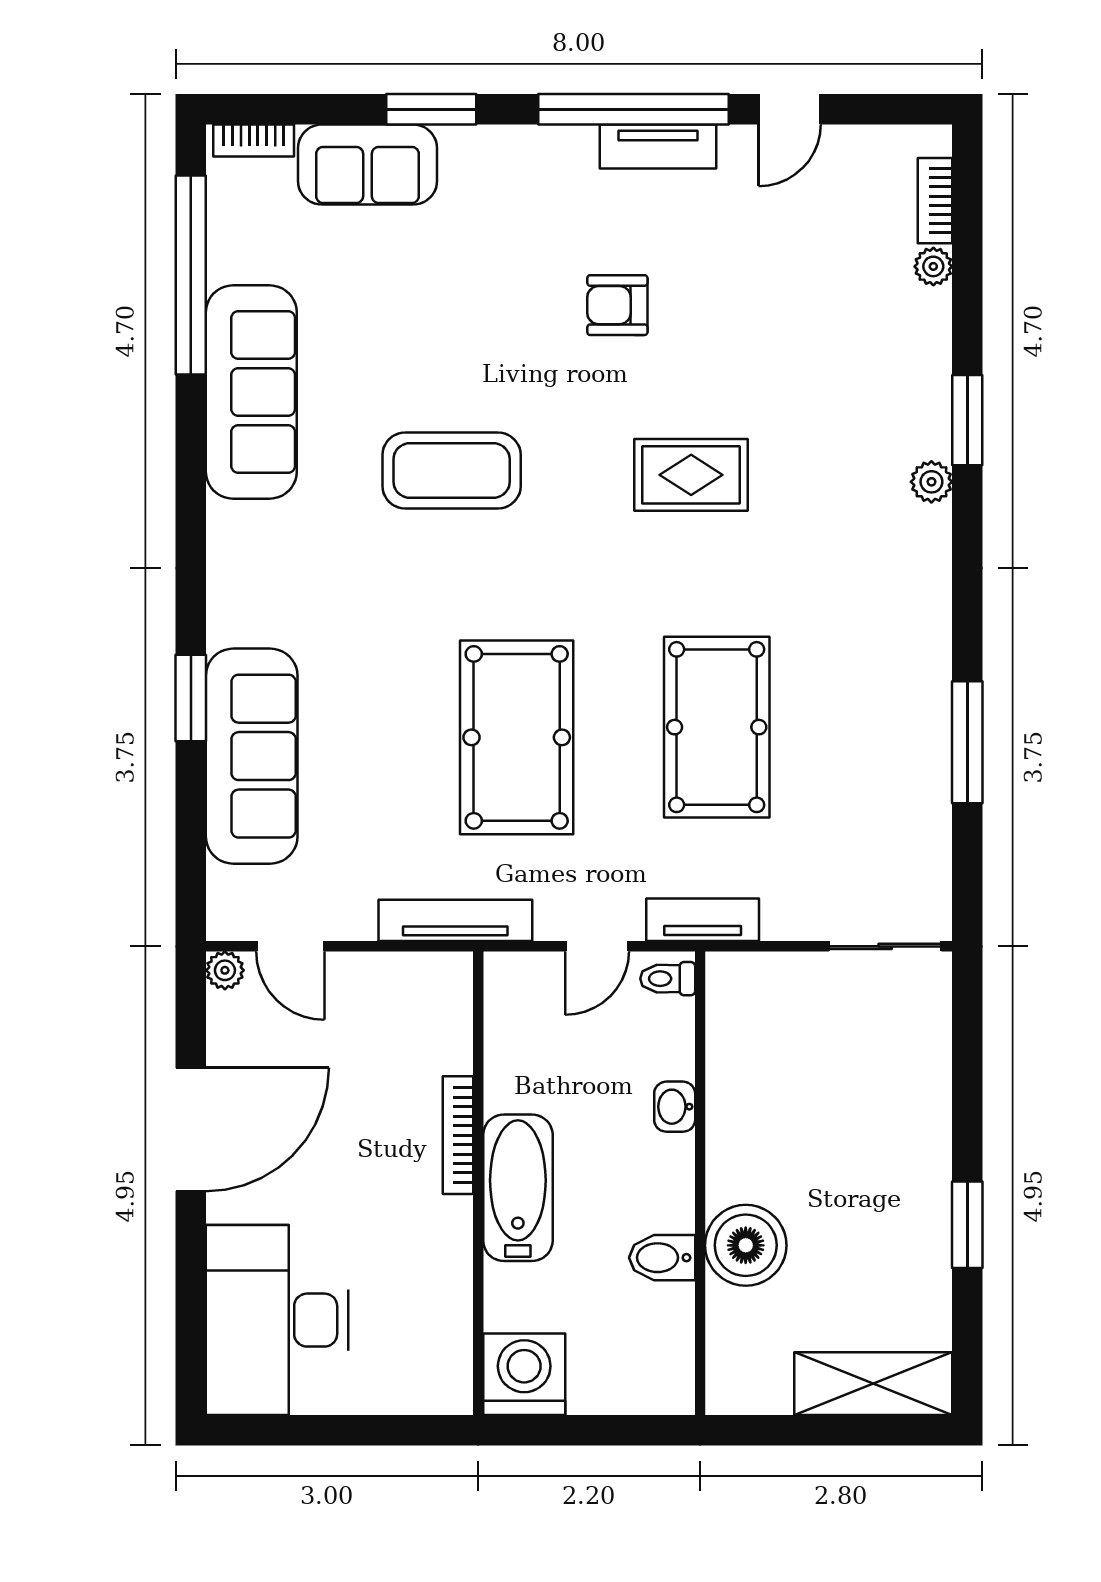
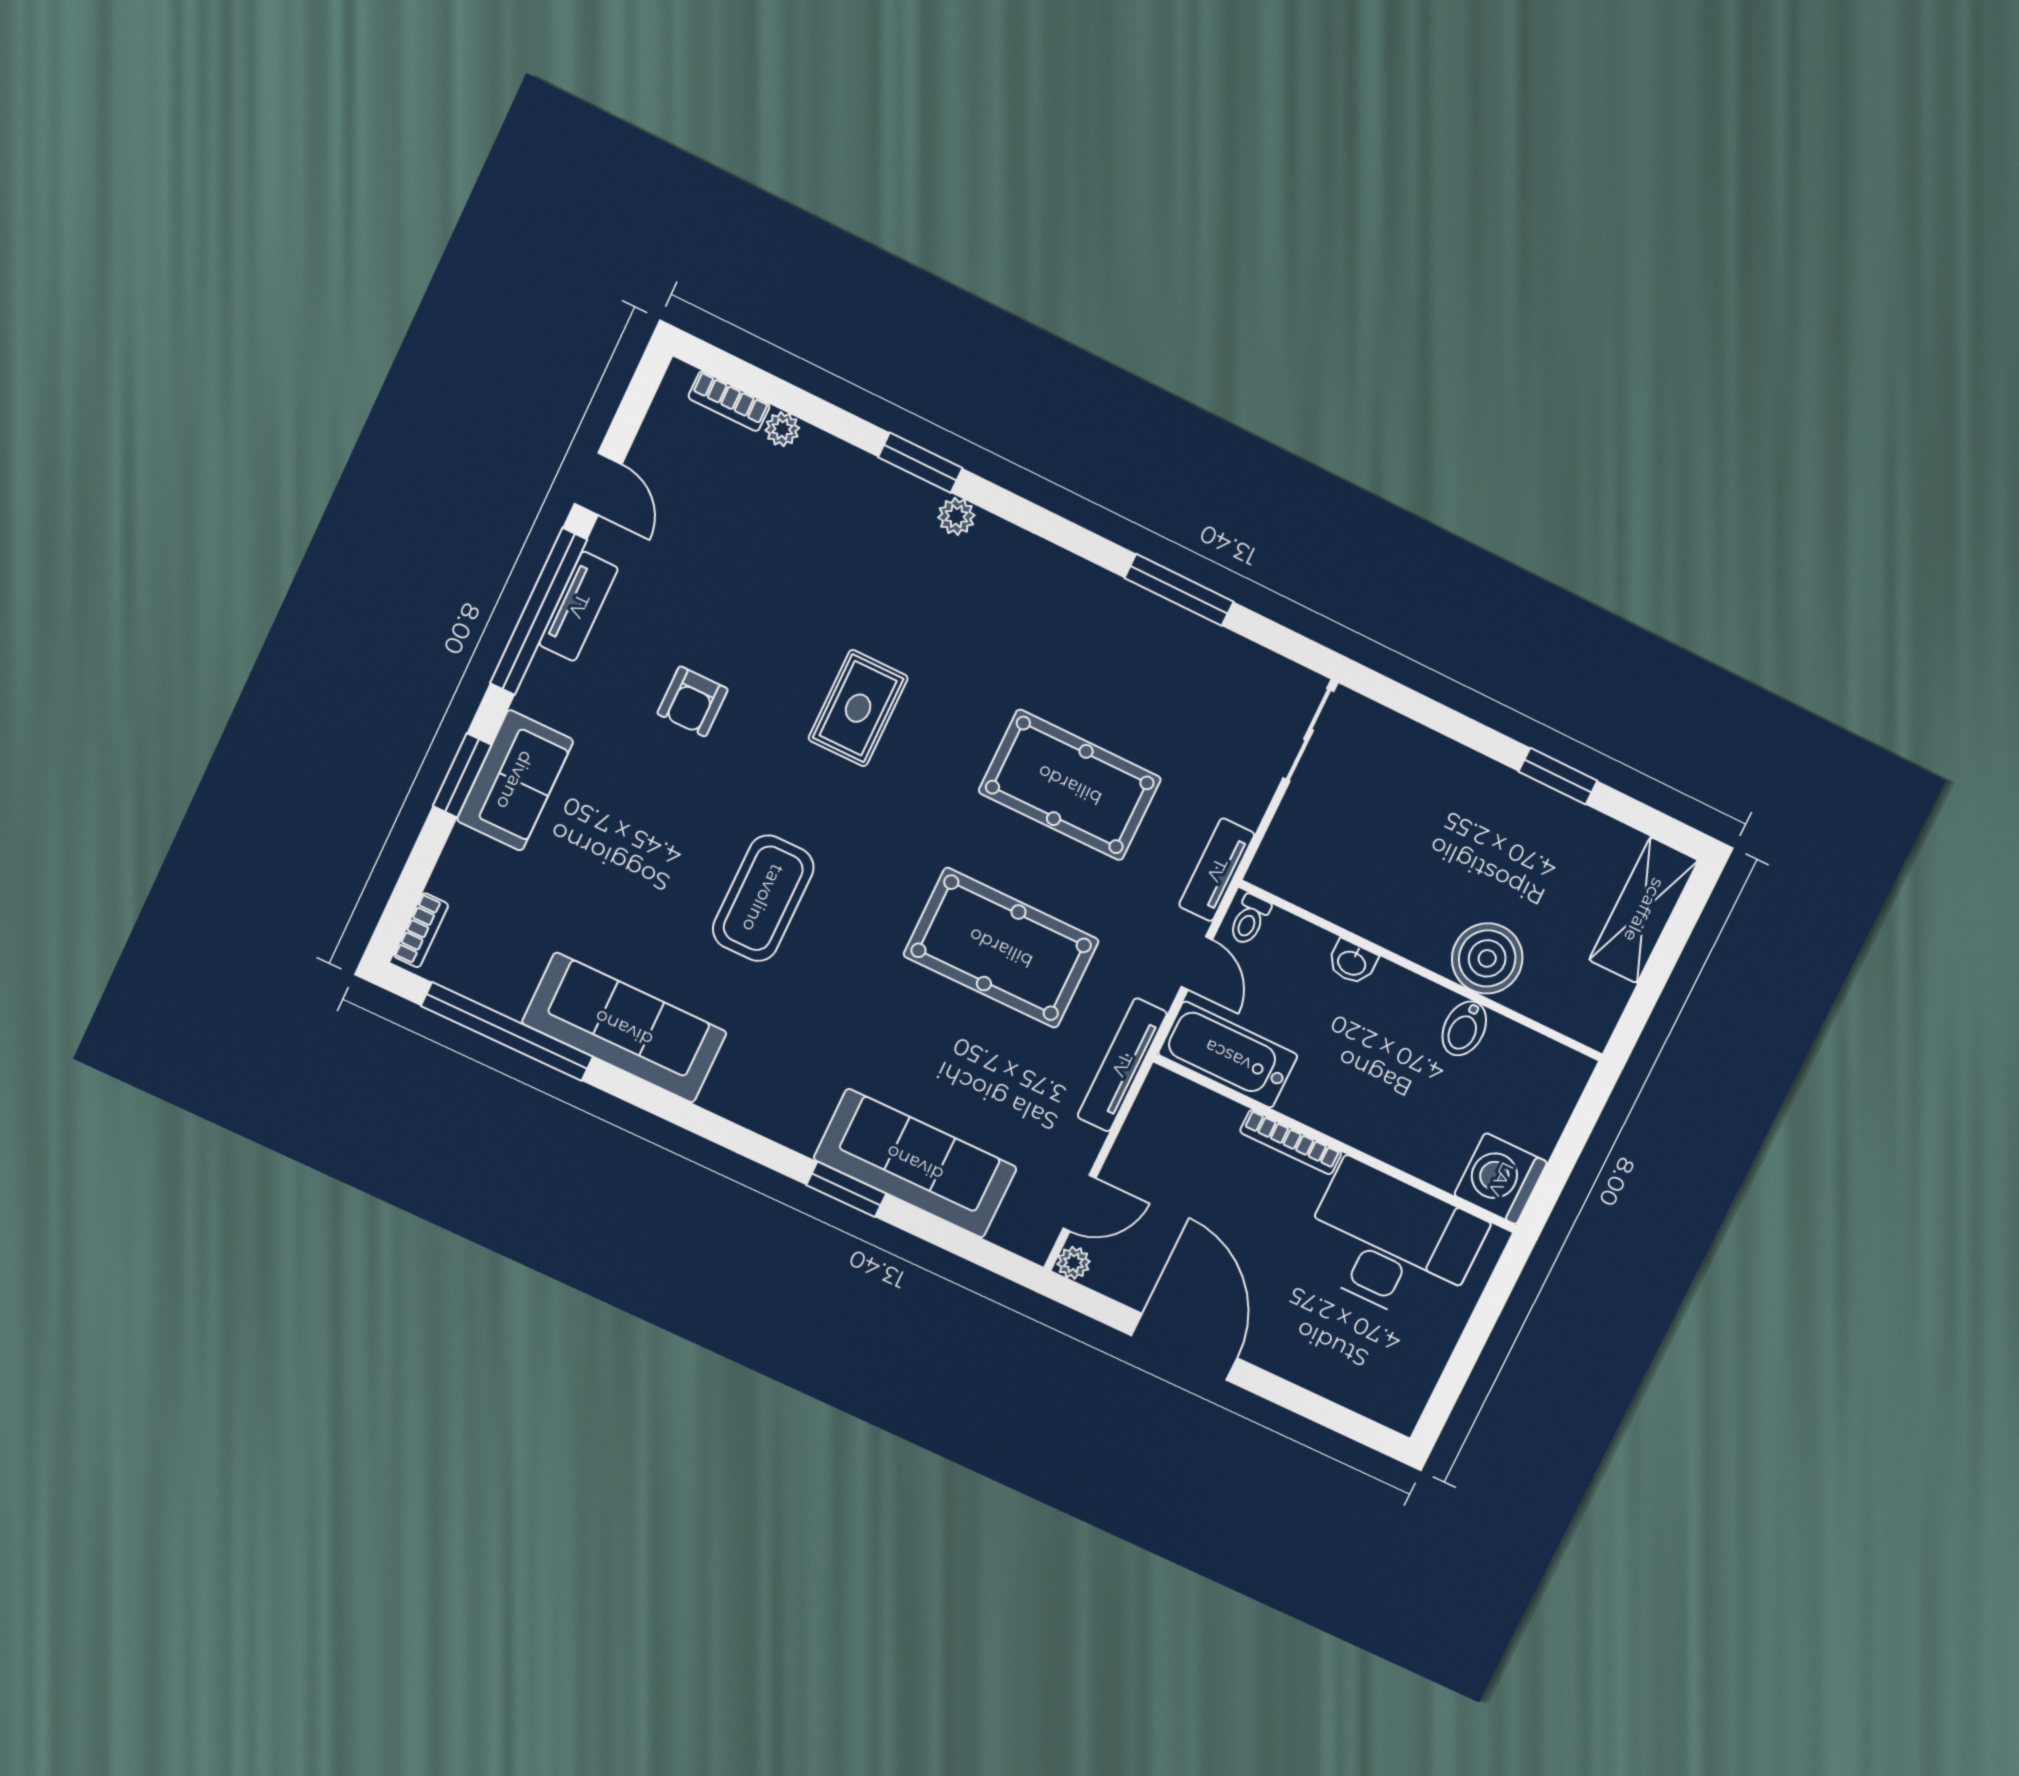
sofa: (367, 165) -> (515, 780), moved
bathtub: (518, 1188) -> (1228, 1055), moved
desk: (277, 1320) -> (1391, 1243), moved, turned 180

